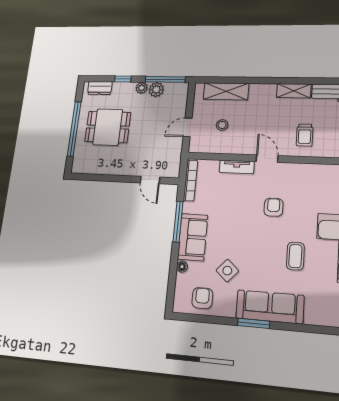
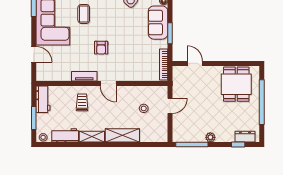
window: (123, 79) -> (238, 145), moved
plant: (156, 90) -> (198, 136), removed
shelving: (226, 91) -> (122, 135), moved
dining table: (108, 127) -> (236, 84), moved, turned 90
tv unit: (237, 167) -> (84, 76), moved
window: (178, 221) -> (170, 33), width x0.69

